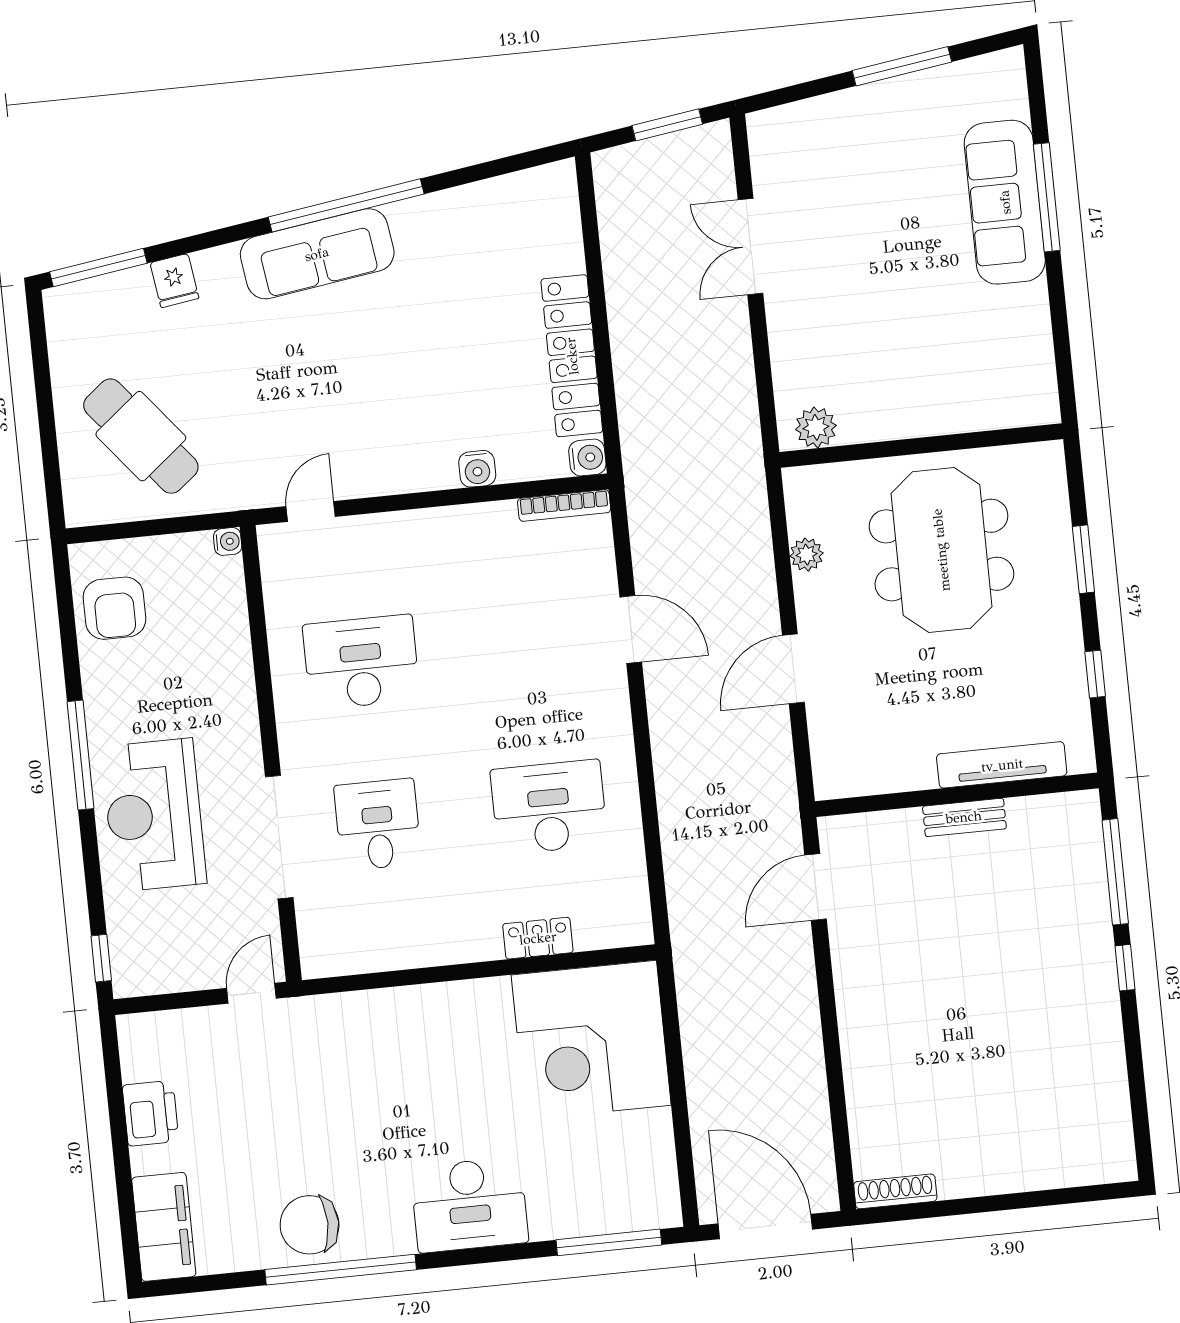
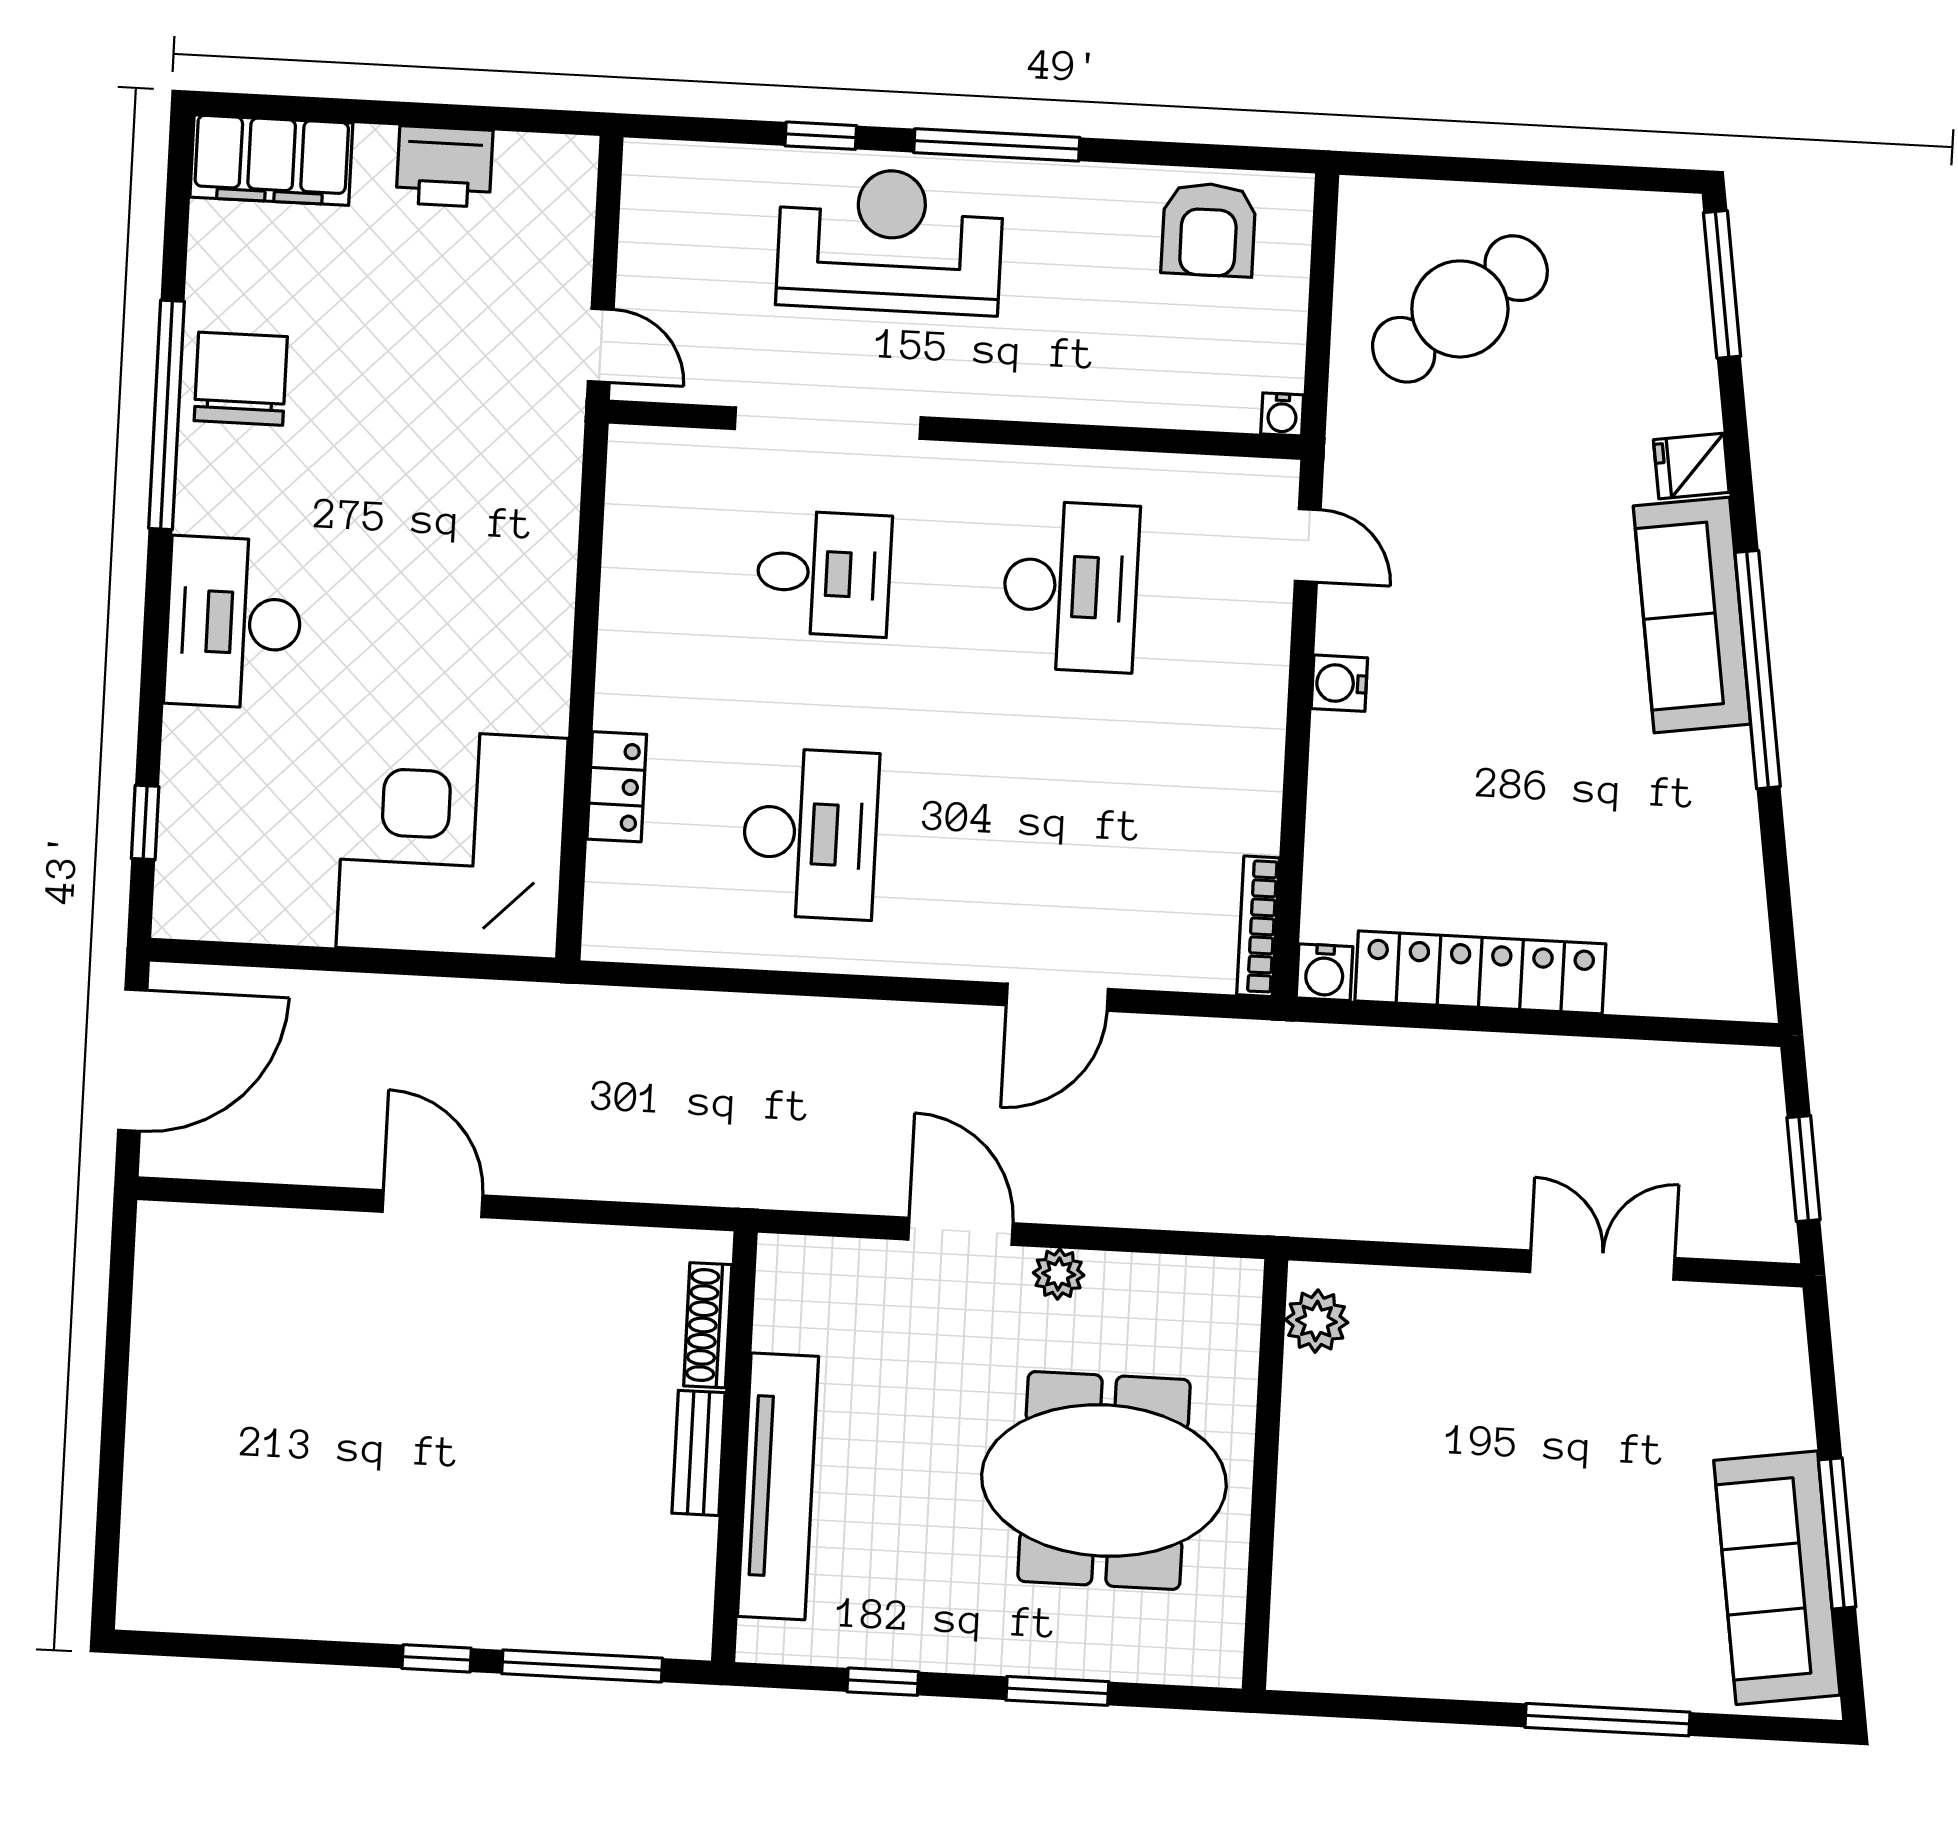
sofa: (1005, 202) -> (1777, 1578), moved, turned -98
fridge: (174, 281) -> (1691, 466), moved
water cooler: (477, 469) -> (1339, 683), moved
plant: (807, 555) -> (1059, 1274), moved
armchair: (114, 608) -> (1209, 230), turned -90
tv unit: (1002, 765) -> (778, 1486), width x1.36, depth x1.29
door: (815, 887) -> (433, 1204), moved
window: (101, 958) -> (821, 136), moved
shoe rack: (895, 1191) -> (708, 1325), moved, turned 180
window: (609, 1242) -> (145, 822), width x0.46

